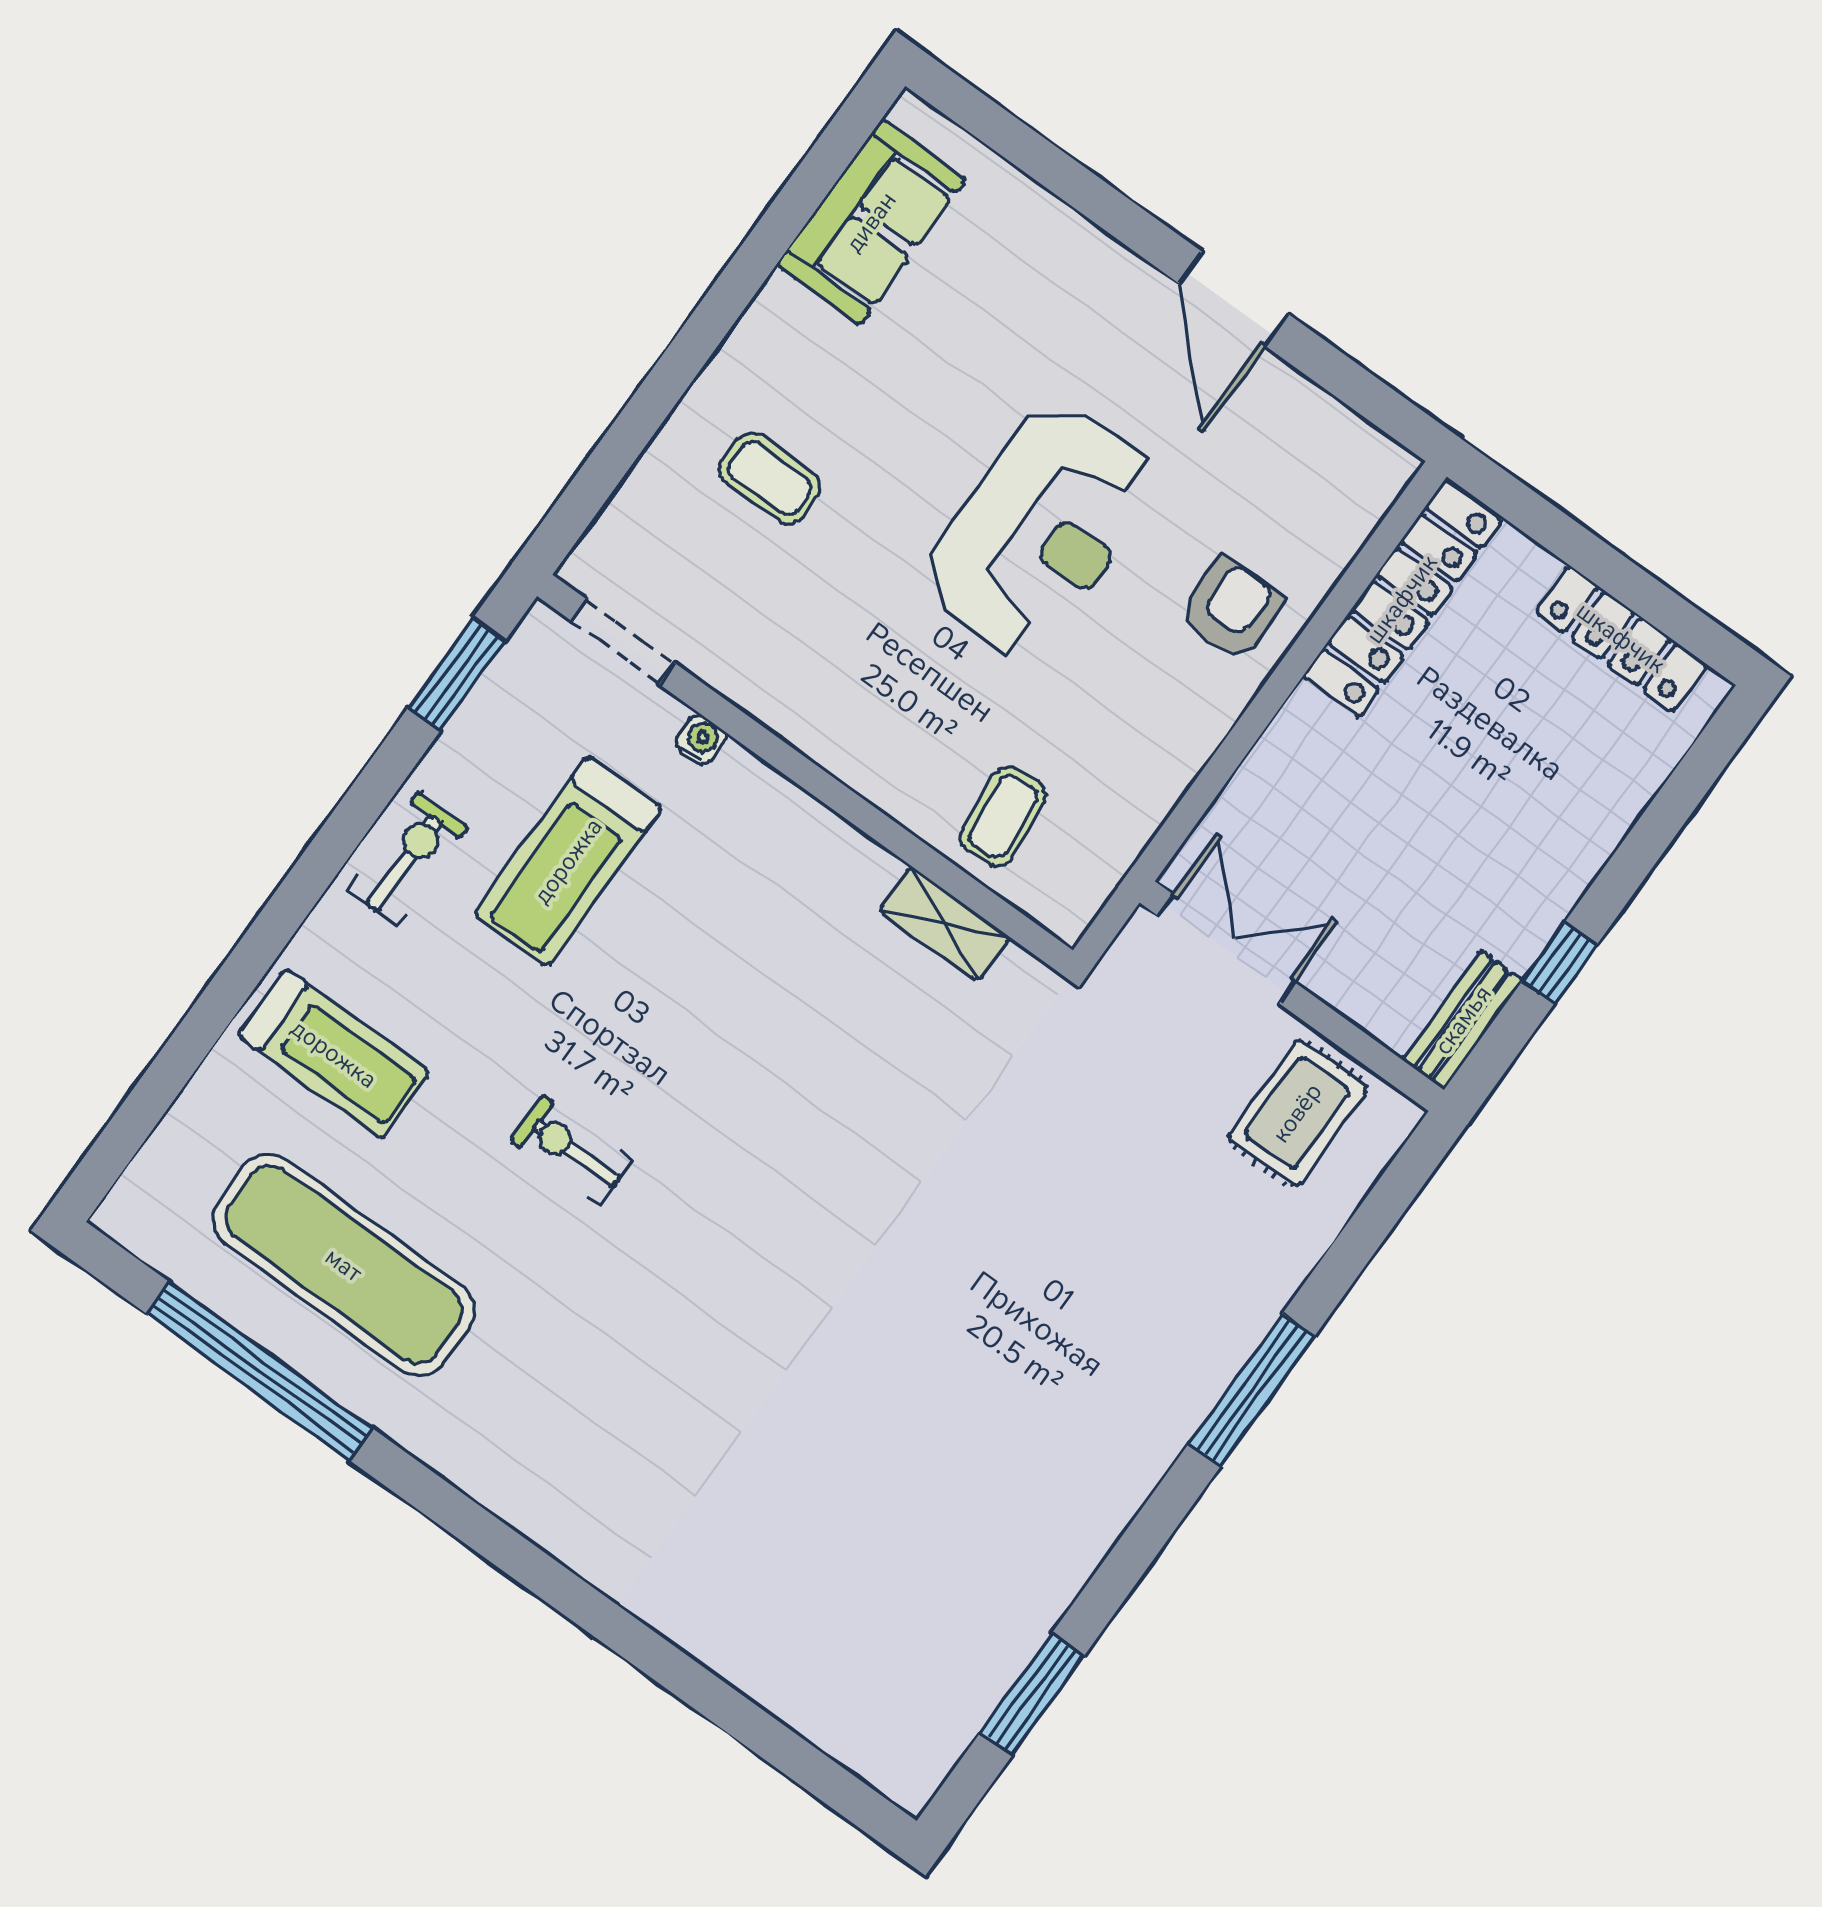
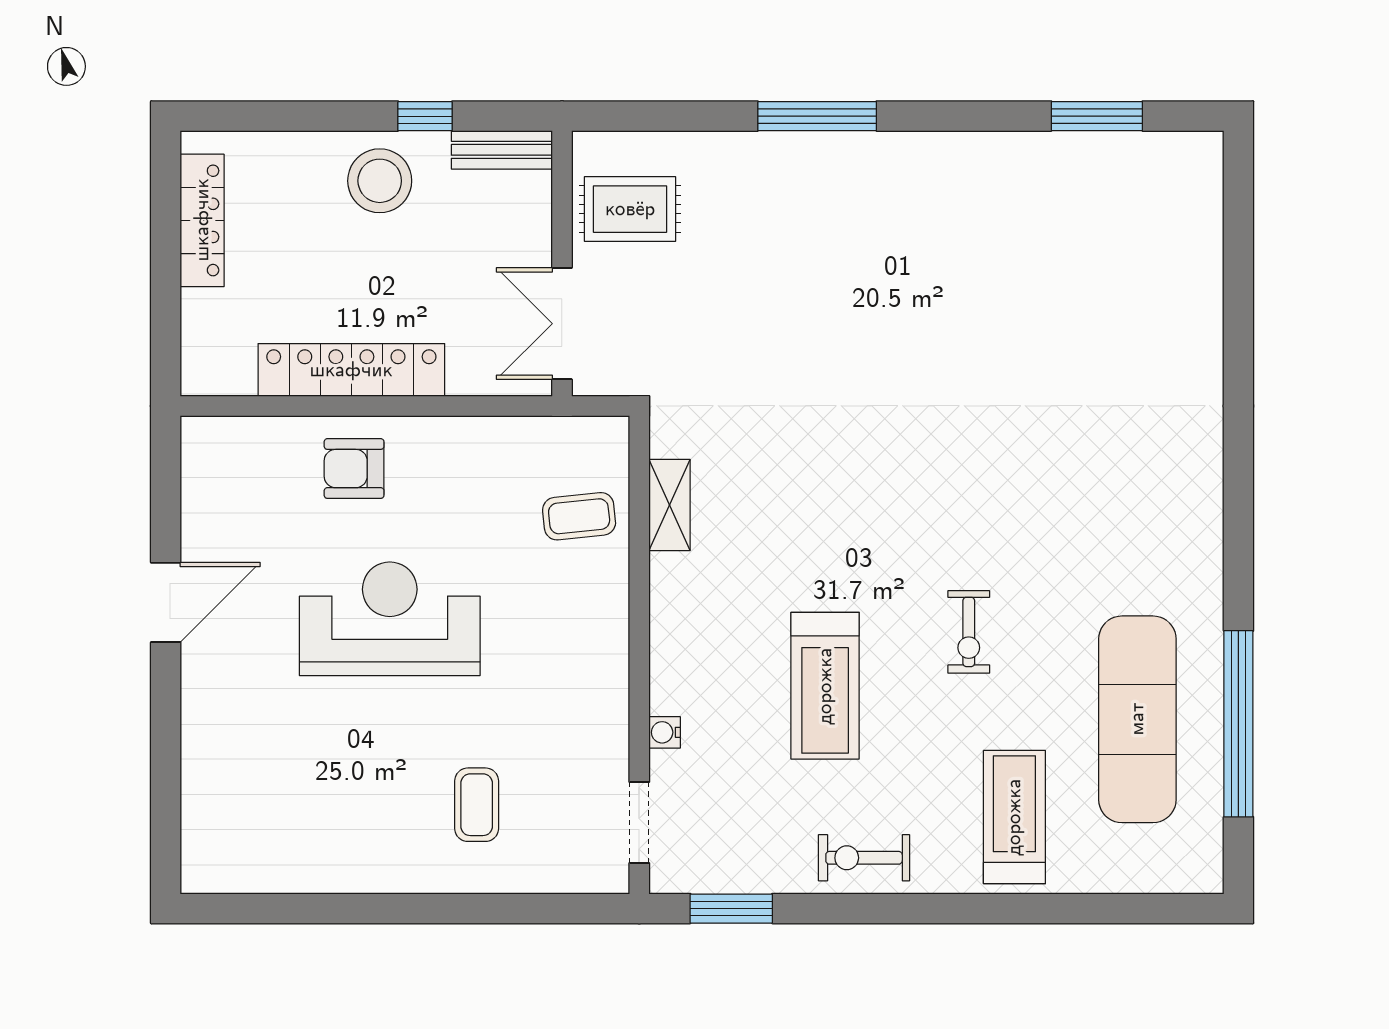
sofa: (871, 222) -> (277, 855), removed
locker: (1402, 599) -> (351, 370), moved
treadmill: (568, 861) -> (825, 686), moved, turned 90
stool: (1525, 863) -> (380, 181), added

